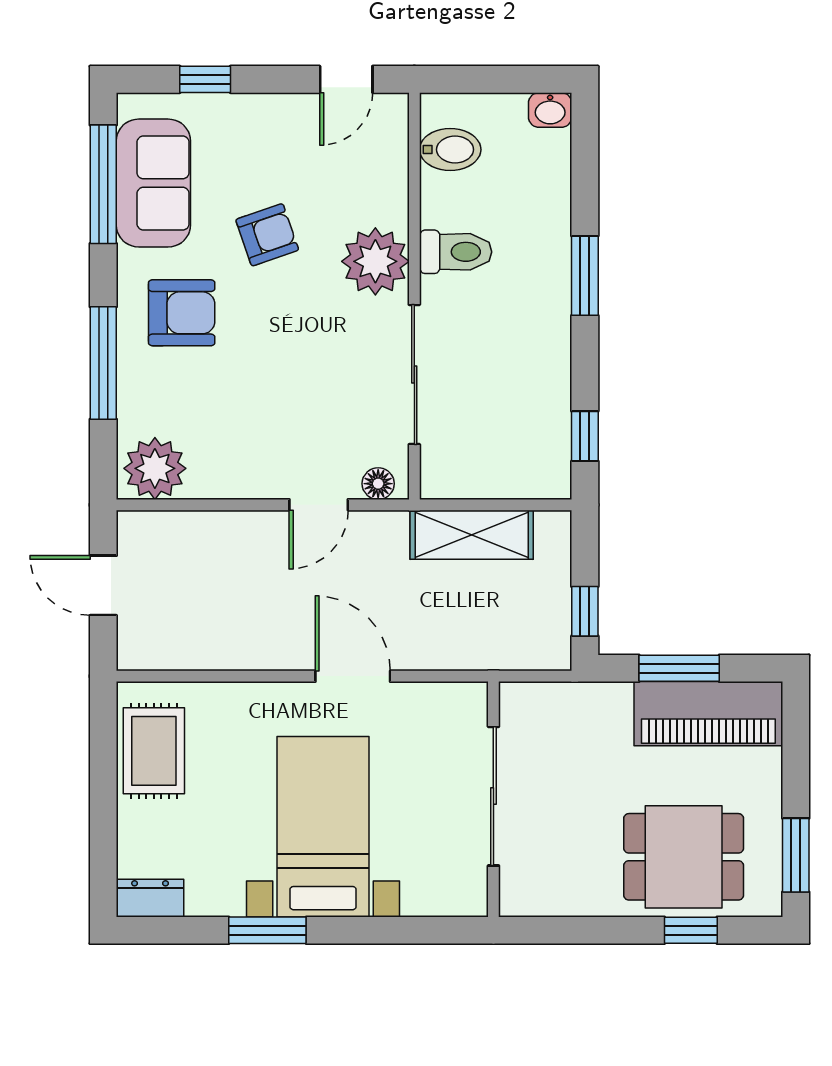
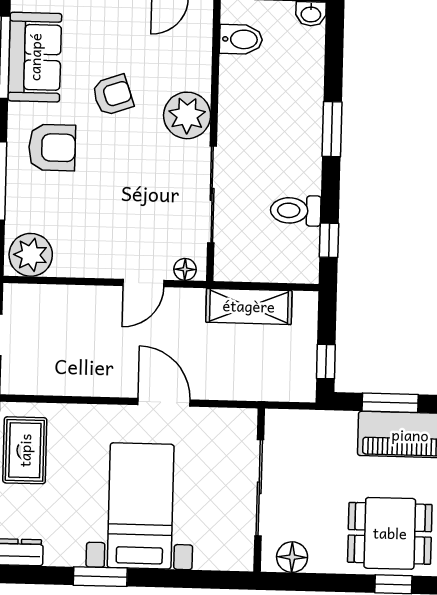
toilet: (456, 252) -> (296, 211), moved, turned 180
floor lamp: (544, 895) -> (292, 557), added

